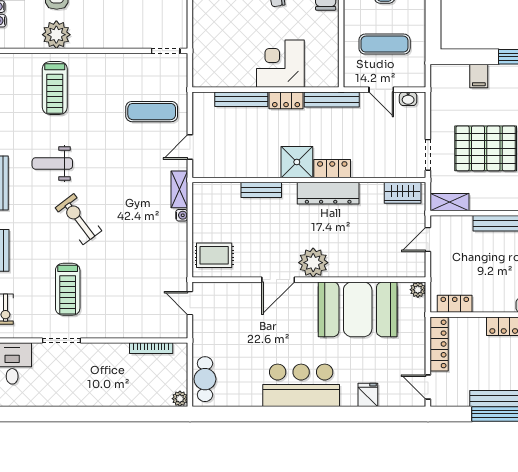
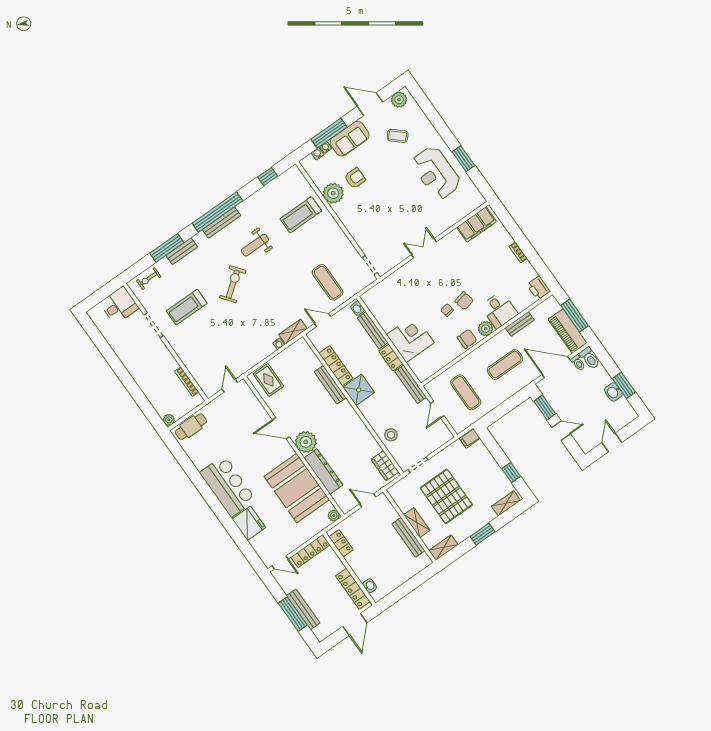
filing cabinet: (479, 76) -> (470, 438), moved
washbasin: (408, 99) -> (358, 308), moved
stool: (373, 161) -> (391, 435), added
weight bench: (52, 163) -> (255, 245), turned -90
locker: (332, 169) -> (336, 366), moved, width x1.53
bench: (261, 190) -> (330, 385), width x1.36
dresser: (328, 193) -> (323, 472), moved, turned 180
shelving: (450, 202) -> (417, 523), moved
door: (428, 387) -> (280, 562), swing flipped
fridge: (368, 395) -> (249, 523), width x1.88, depth x1.34

